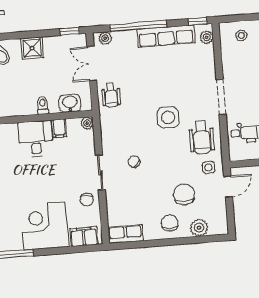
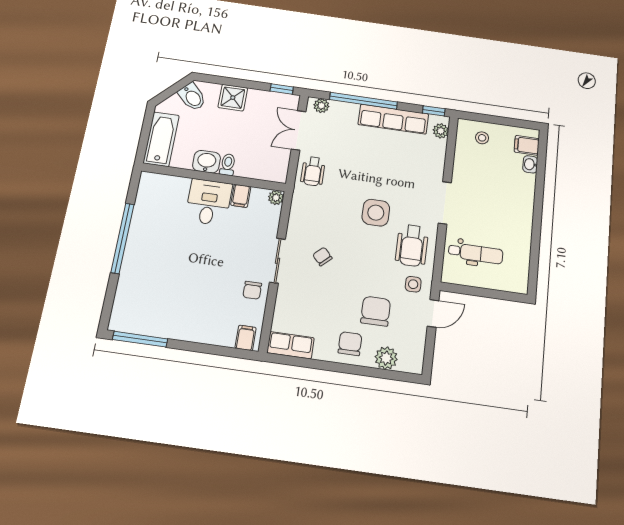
washbasin: (70, 103) -> (207, 162), moved
corner desk: (45, 226) -> (191, 312), removed
filing cabinet: (84, 237) -> (246, 338), width x0.50

